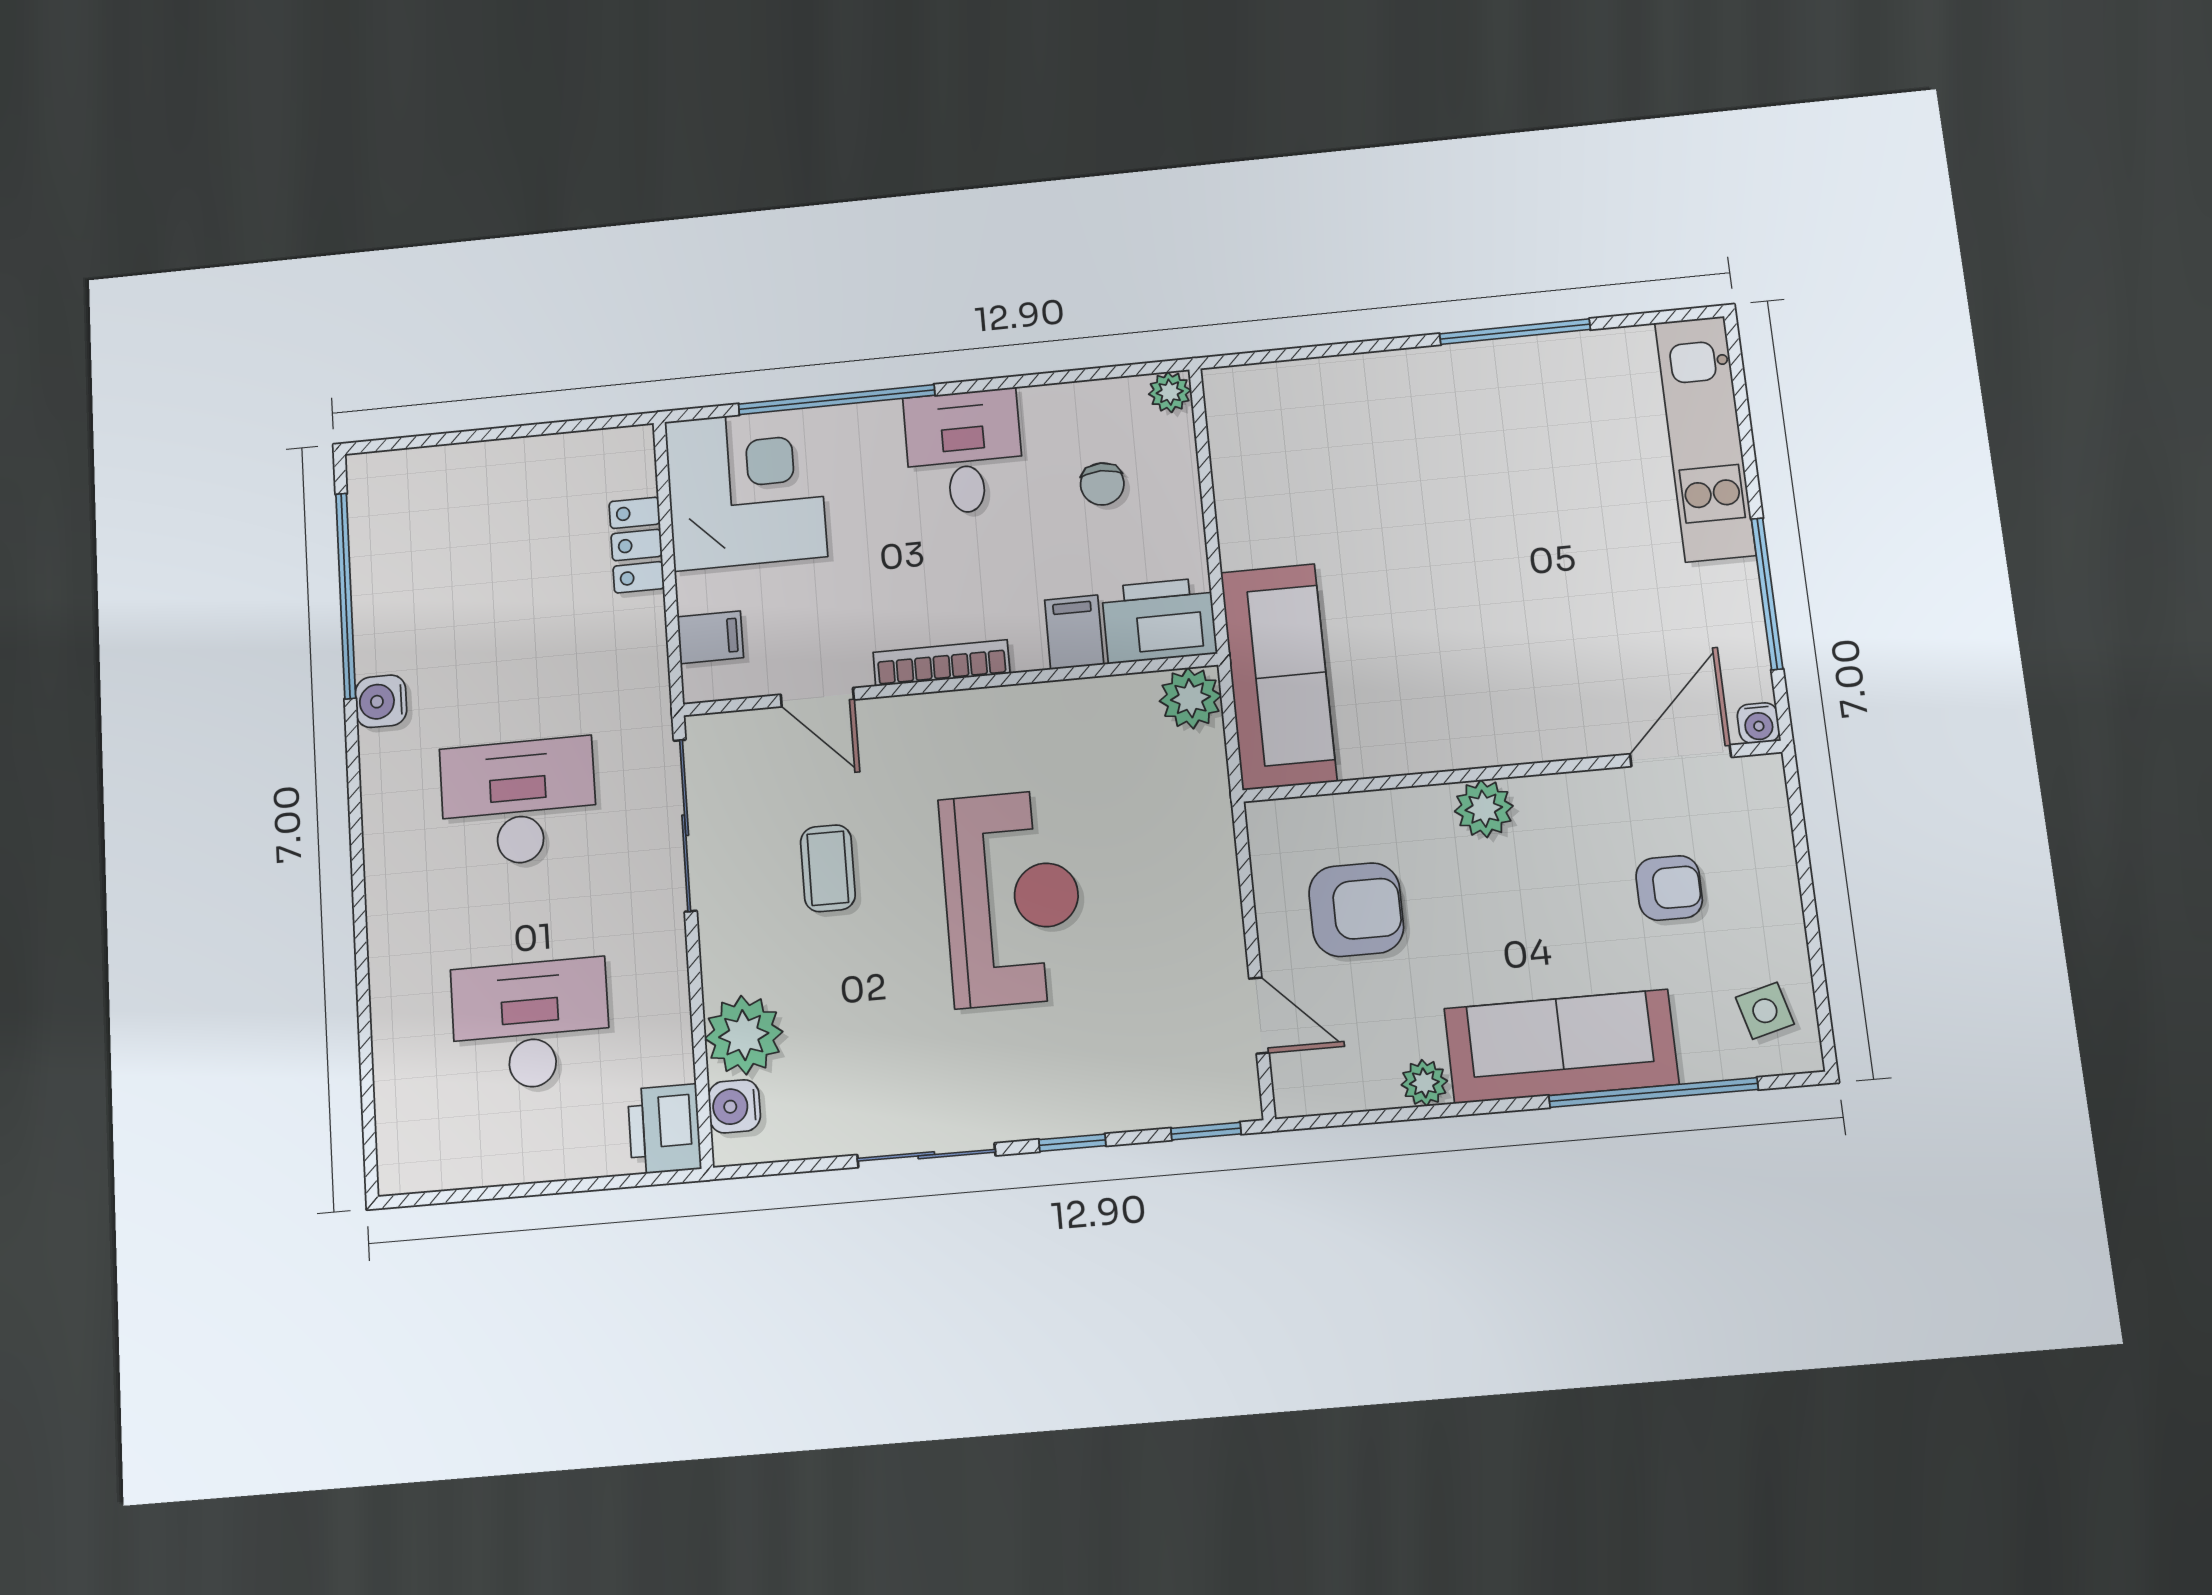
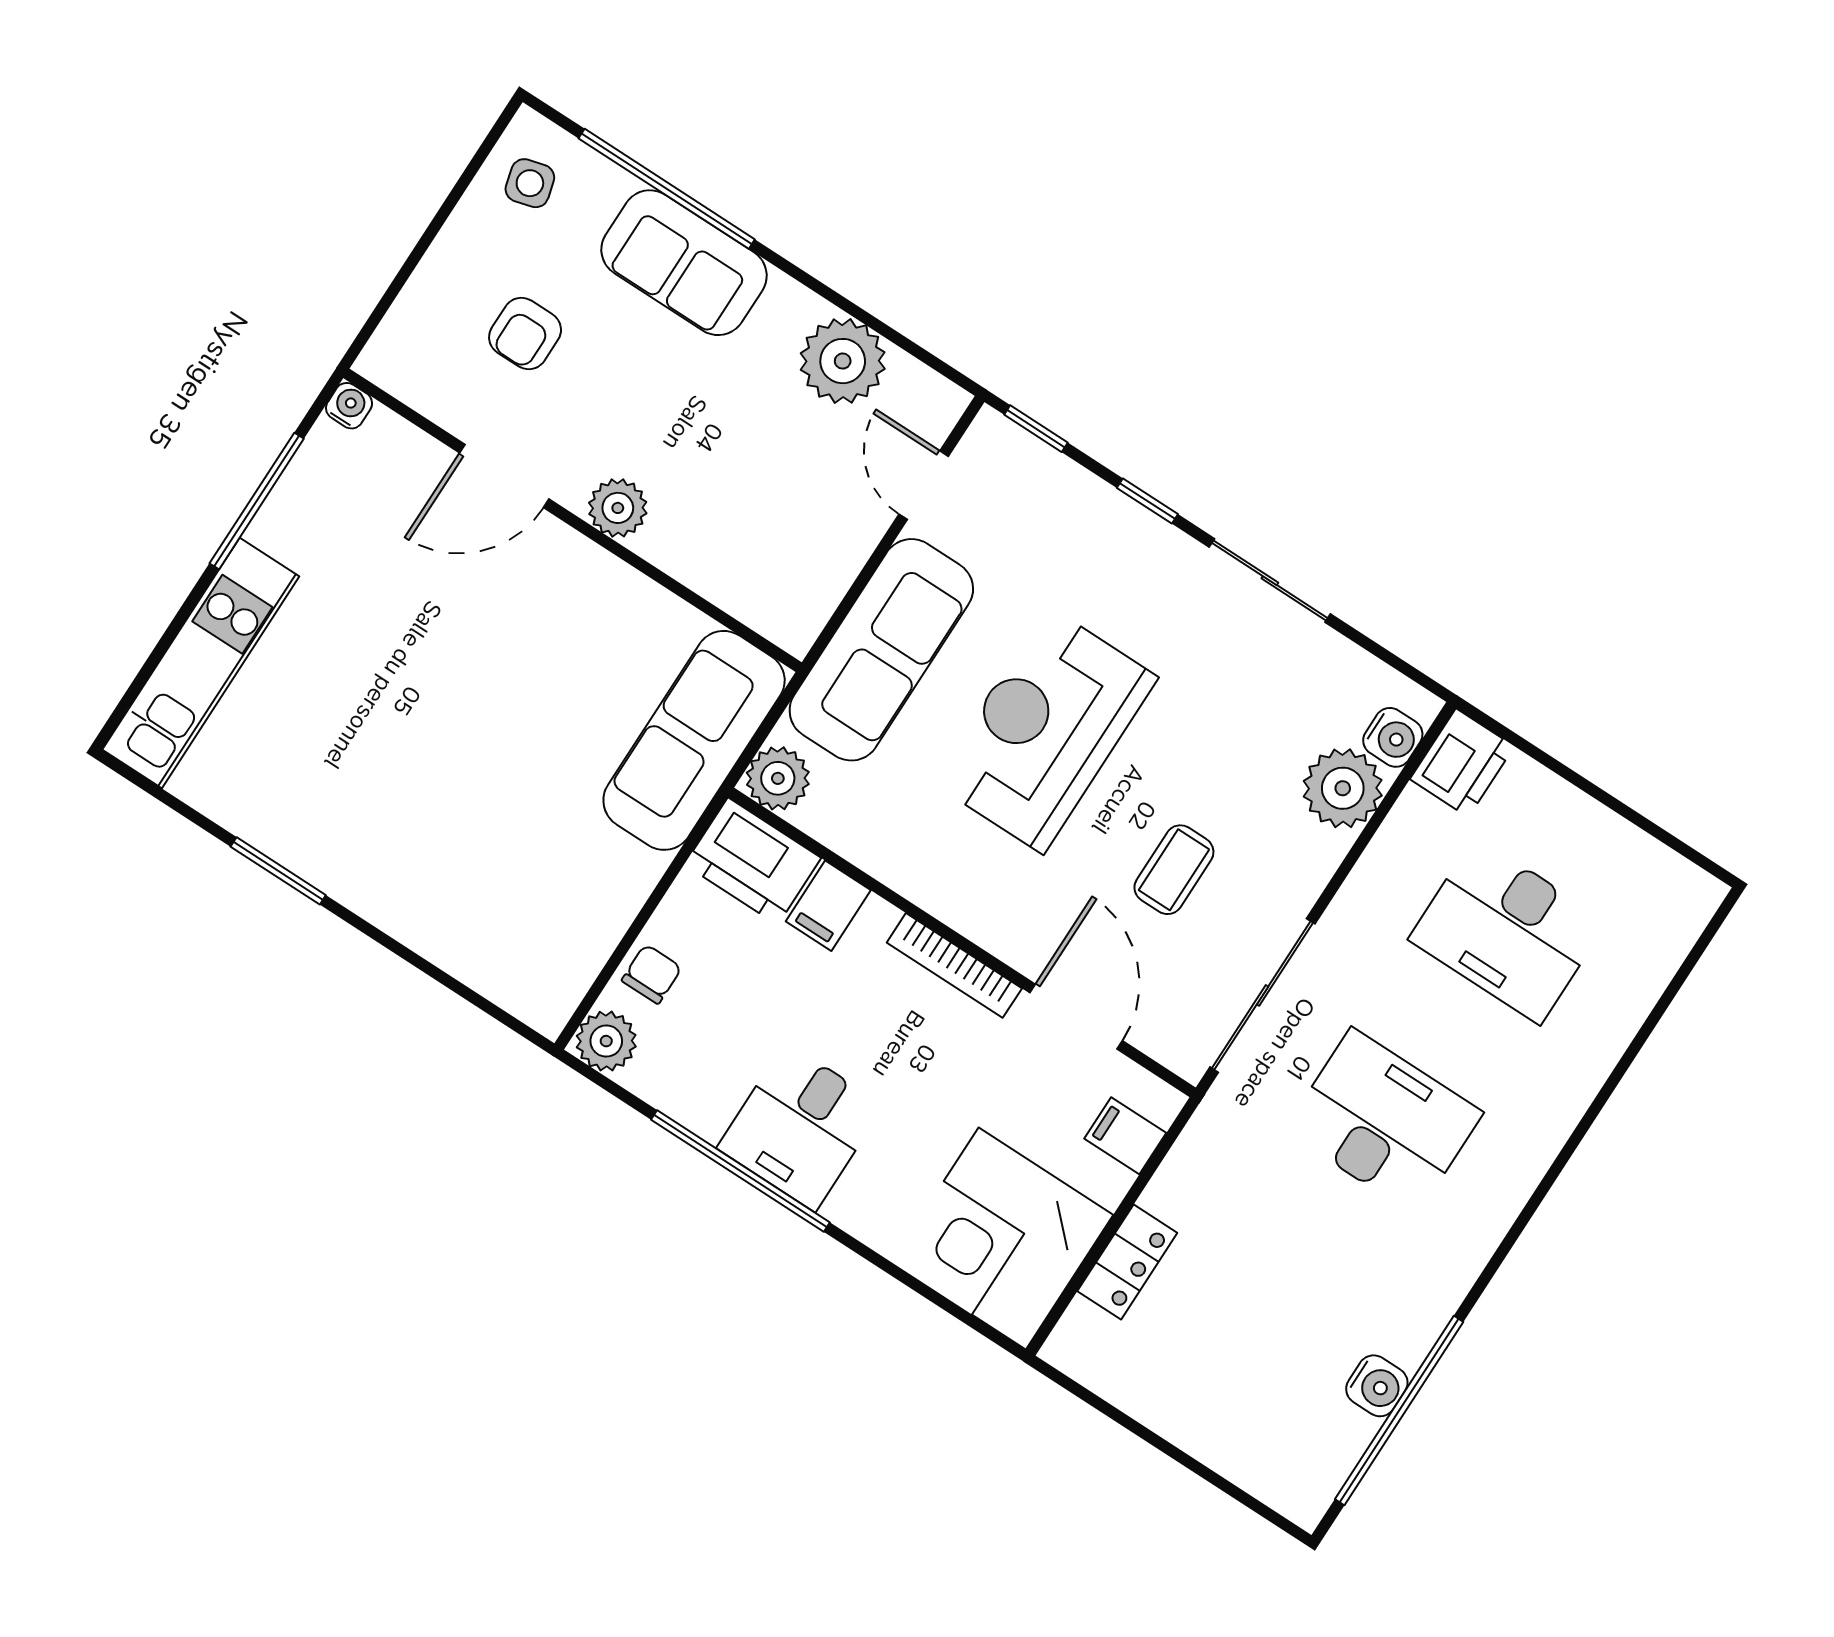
window: (1515, 332) -> (278, 871), width x0.69
plant: (1170, 392) -> (606, 1041), width x1.38, depth x1.38
window: (837, 400) -> (740, 1171), moved
chair: (1102, 484) -> (652, 974), moved
door: (817, 697) -> (1076, 1017), width x1.38
water cooler: (381, 701) -> (1377, 1386), moved
door: (1681, 756) -> (504, 476), moved
desk: (519, 802) -> (1384, 1122), turned 180
sofa: (1189, 860) -> (881, 650), added
armchair: (1669, 888) -> (525, 333), turned -90
armchair: (1356, 910) -> (782, 508), removed
sofa: (1561, 1046) -> (684, 263), width x0.73
plant: (1424, 1083) -> (843, 361), width x1.87, depth x1.87

